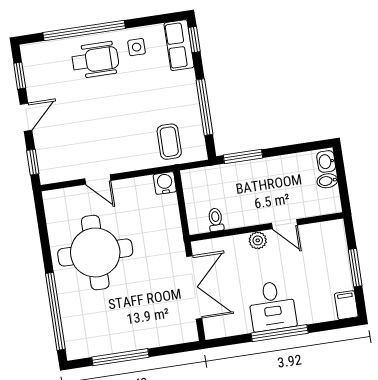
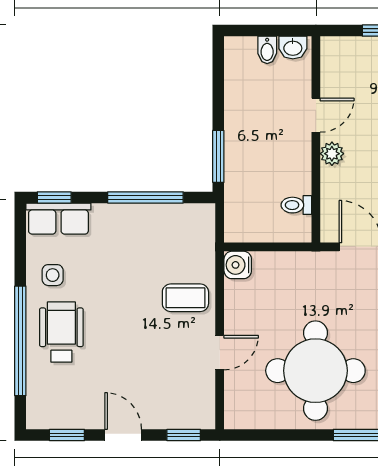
coffee table: (169, 142) -> (185, 298), moved
washbasin: (326, 161) -> (293, 48), moved

